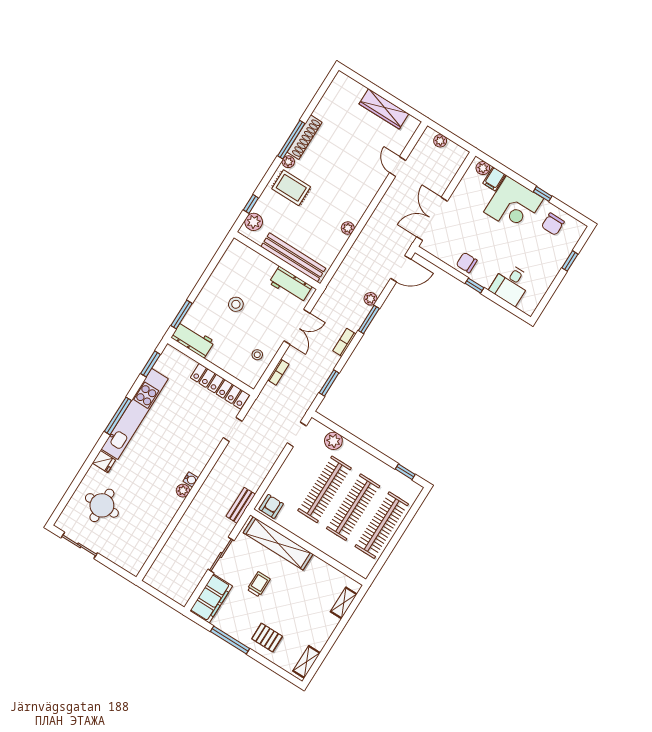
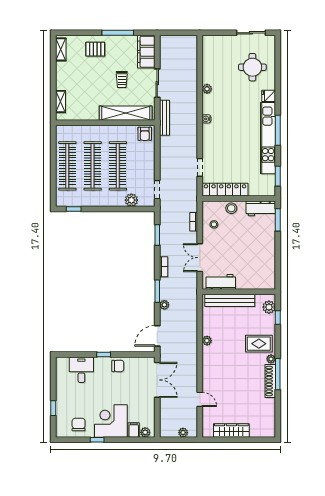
stool: (236, 304) -> (231, 208), moved
plant: (183, 491) -> (207, 89), moved
bench: (241, 505) -> (165, 118), width x1.36

